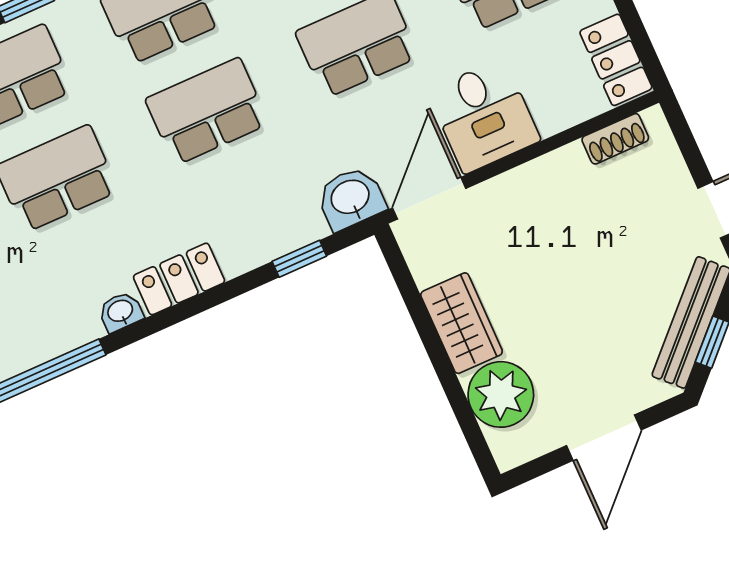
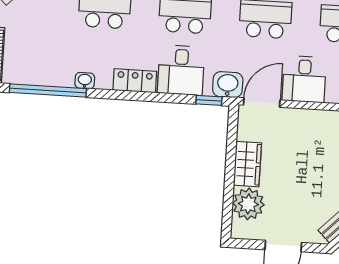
desk: (253, 216) -> (181, 70), added
window: (299, 259) -> (209, 100), moved
washbasin: (121, 312) -> (85, 81), moved

